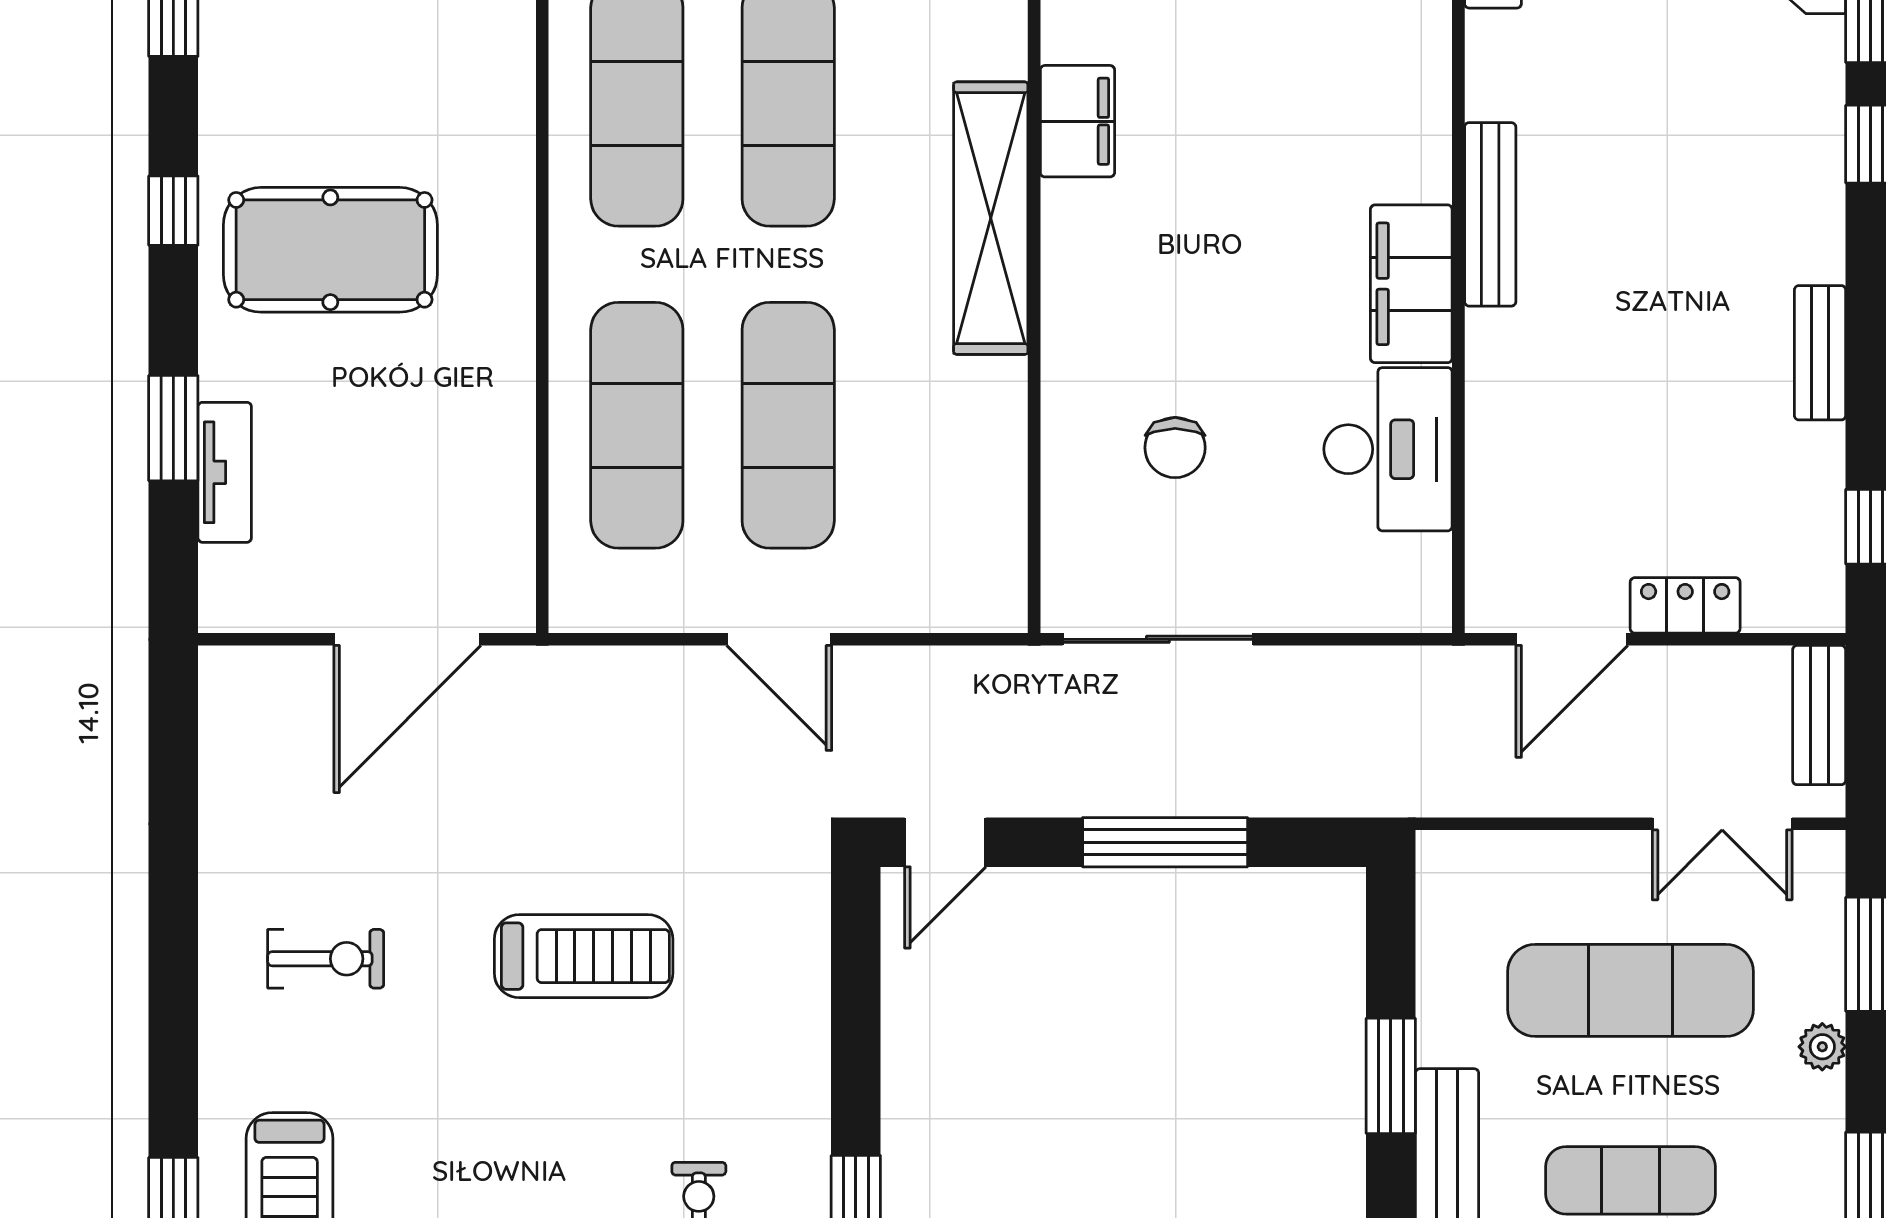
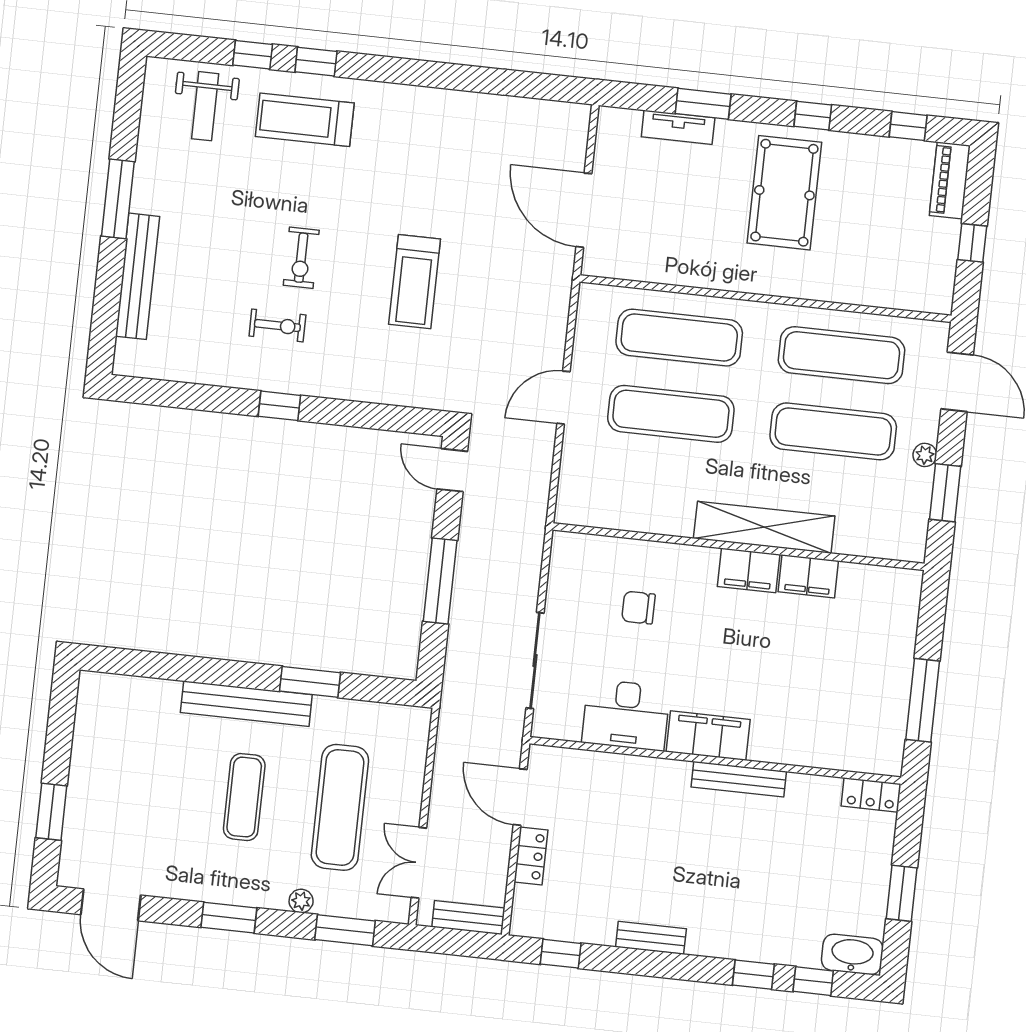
filing cabinet: (1079, 240) -> (749, 570), added
sliding door: (1158, 639) -> (535, 661), moved
exercise bike: (326, 959) -> (301, 258), moved

